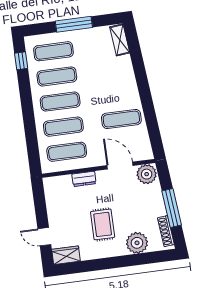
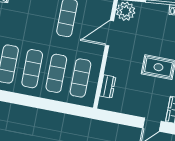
dresser: (84, 179) -> (108, 86), moved

